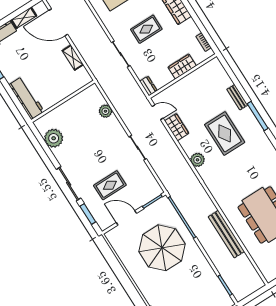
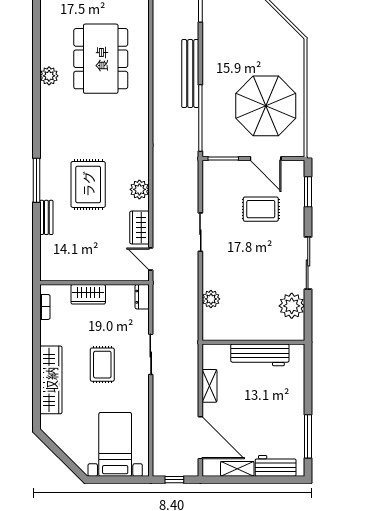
rug: (146, 29) -> (102, 365), turned 90
workbench: (26, 98) -> (260, 355), moved, turned -90
plant: (197, 160) -> (139, 189), moved
sliding door: (69, 184) -> (308, 263), moved
bench: (226, 234) -> (190, 73), moved
parasol: (162, 248) -> (266, 106), moved

